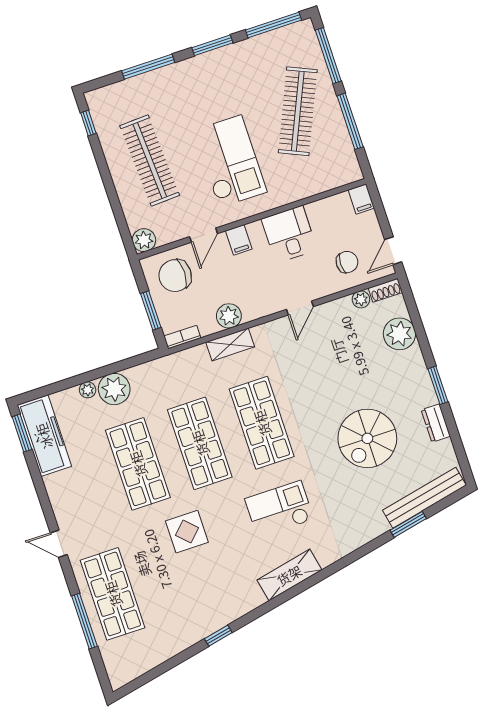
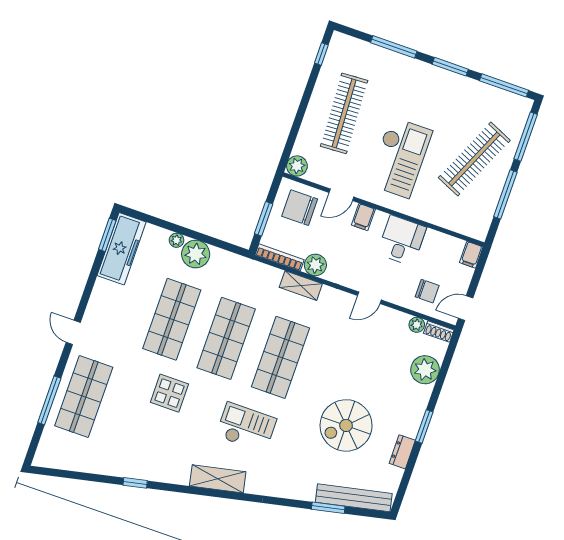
bookcase: (182, 337) -> (279, 257), width x1.56

